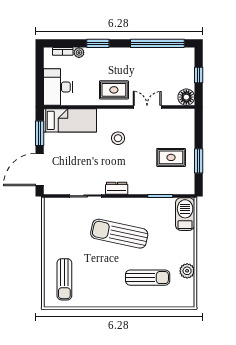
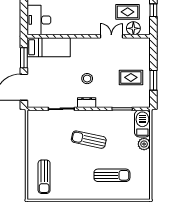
rug: (114, 90) -> (128, 12), moved
floor lamp: (186, 97) -> (133, 28), moved
stool: (118, 138) -> (87, 79), moved
sun lounger: (119, 234) -> (89, 140), width x0.73, depth x0.75
plant: (187, 271) -> (144, 144), moved

